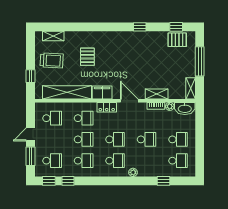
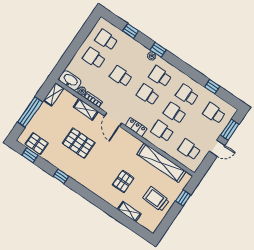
shelving: (53, 36) -> (129, 212), moved
pallet: (144, 63) -> (79, 143), added
filing cabinet: (102, 93) -> (132, 142), removed
window: (49, 181) -> (158, 50), moved

